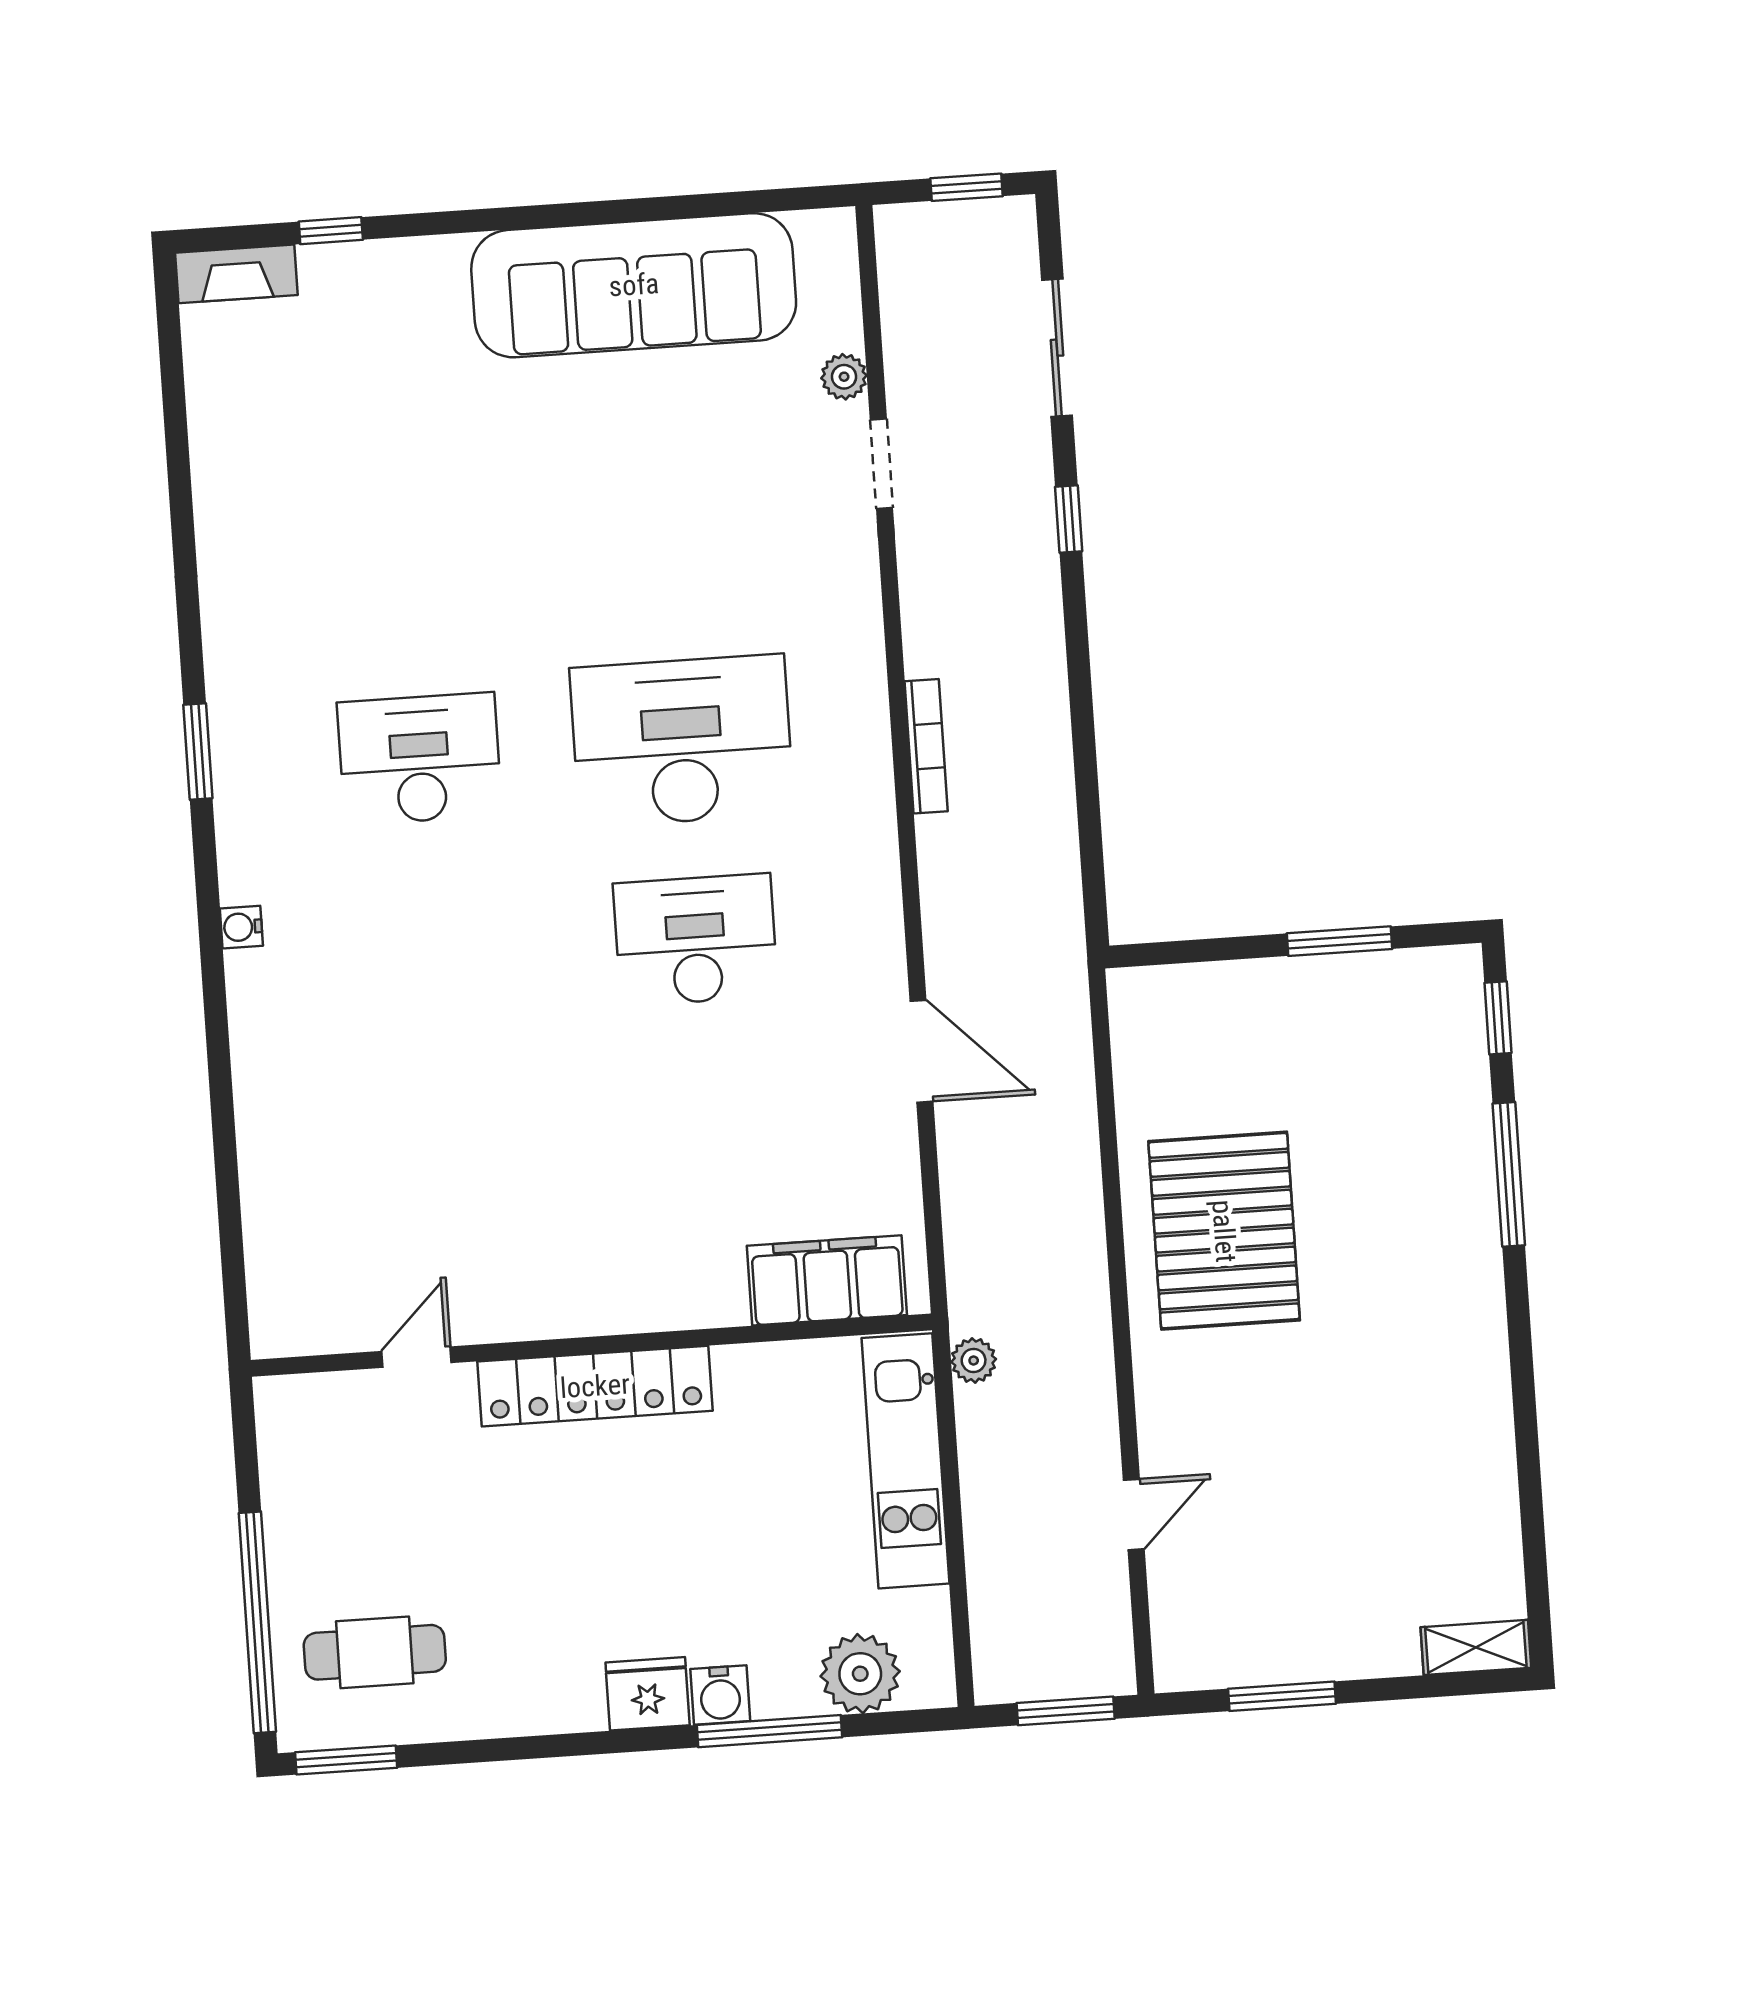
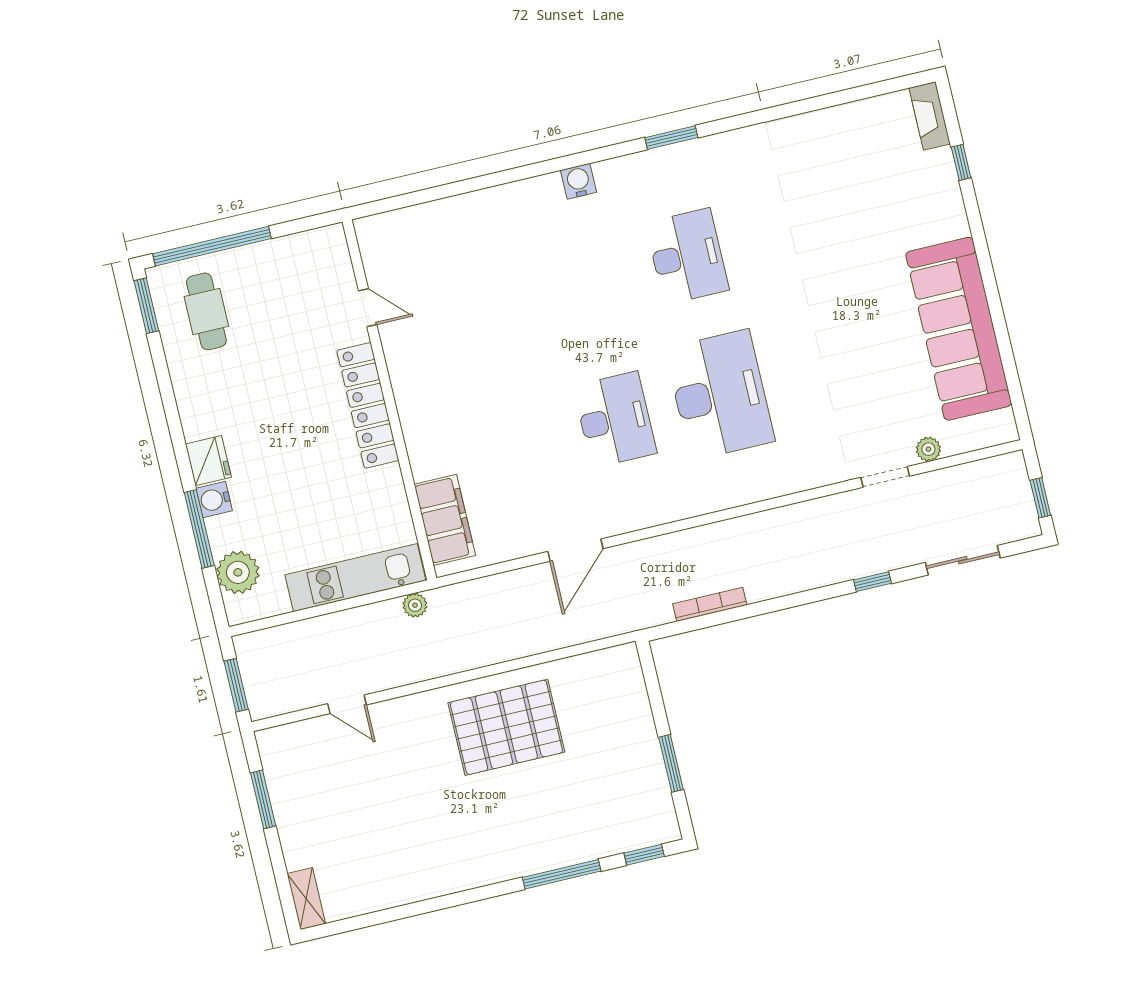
bookcase: (926, 746) -> (710, 604), moved, turned 180
water cooler: (241, 927) -> (578, 181), width x1.38, depth x1.38

